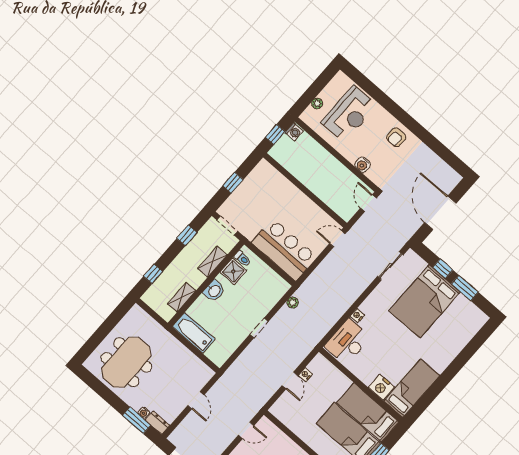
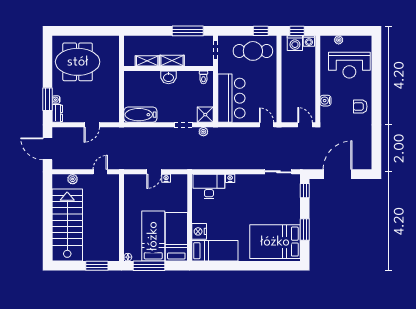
washing machine: (285, 146) -> (295, 43), added
window: (233, 183) -> (261, 31), moved
cafe table: (258, 192) -> (253, 51), added
door: (368, 203) -> (305, 125), hinge flipped
window: (187, 235) -> (188, 31), width x2.17
shelving: (212, 262) -> (172, 61), moved
window: (443, 269) -> (305, 191), moved
shower: (233, 271) -> (205, 115), moved
window: (153, 274) -> (146, 31), removed
bed: (425, 301) -> (275, 242), moved
doorway: (259, 328) -> (183, 125), moved
bathtub: (194, 333) -> (140, 115), moved, turned -90
door: (246, 430) -> (100, 172), swing flipped

